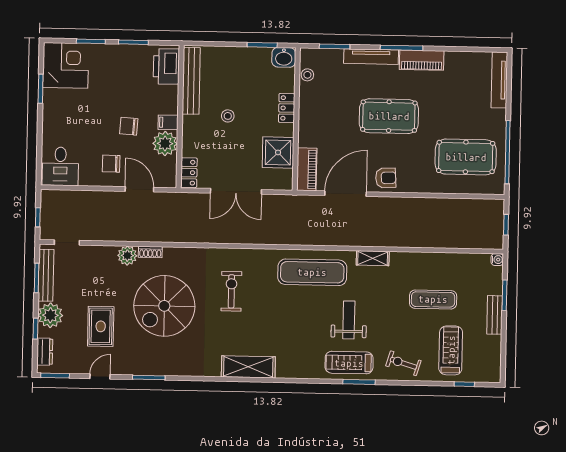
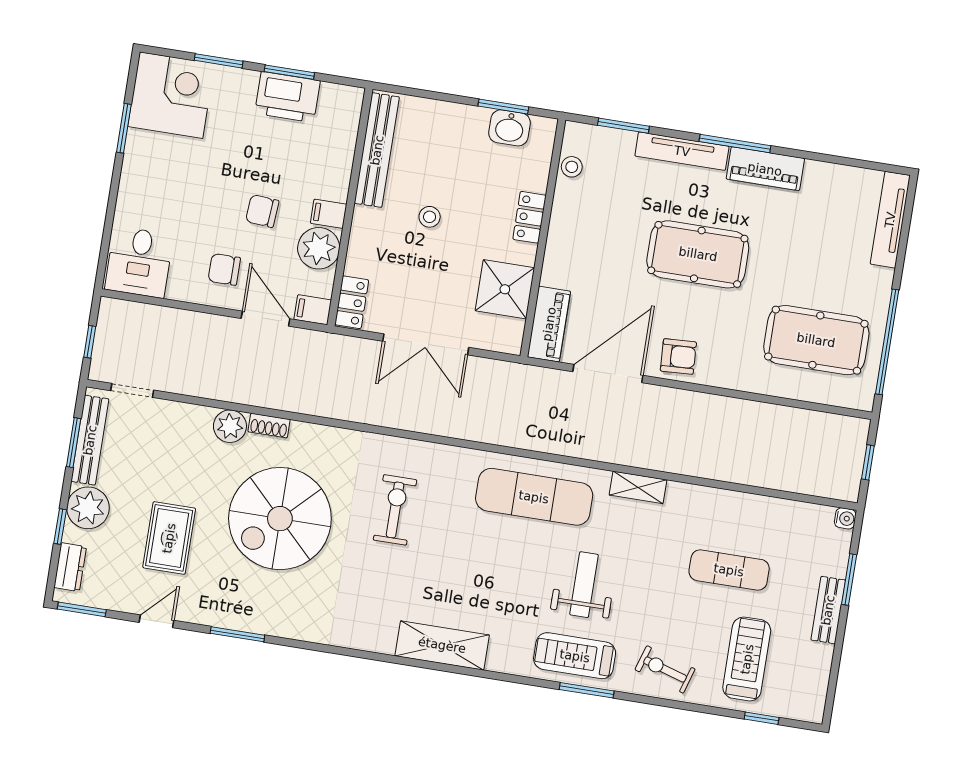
washbasin: (284, 57) -> (510, 128), moved
printer: (166, 66) -> (287, 97), moved, turned -90
filing cabinet: (167, 180) -> (313, 310), added
shelving: (248, 367) -> (442, 645), moved

